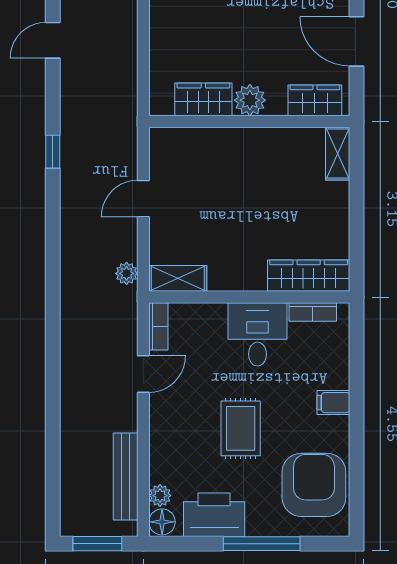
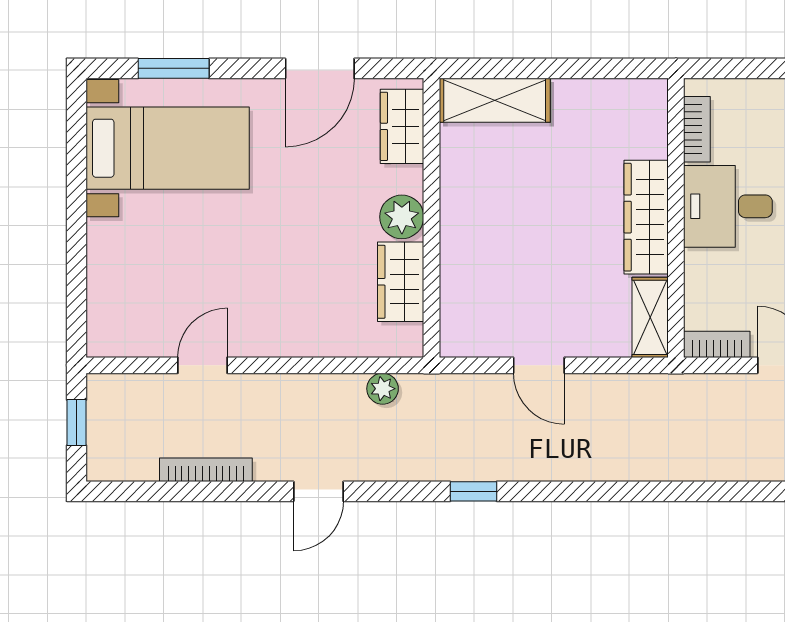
door: (53, 40) -> (318, 491), hinge flipped
shelving: (338, 154) -> (495, 100), width x1.50, depth x1.33
plant: (127, 273) -> (383, 389), moved
wardrobe: (309, 276) -> (646, 217), moved

